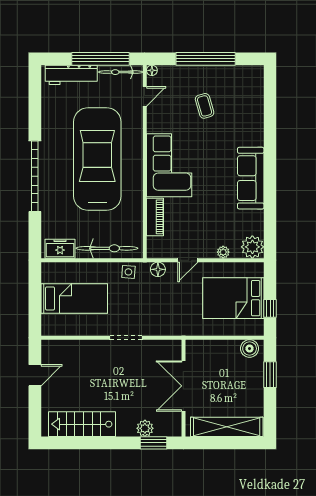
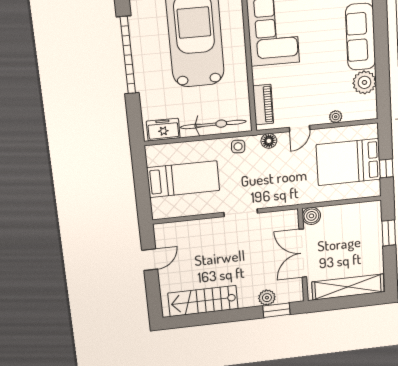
piano: (155, 217) -> (263, 105), moved
plant: (252, 247) -> (364, 82), moved
boiler: (250, 349) -> (311, 216), moved

